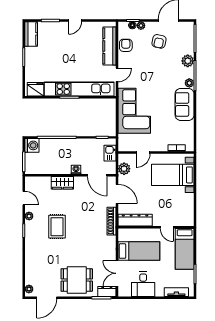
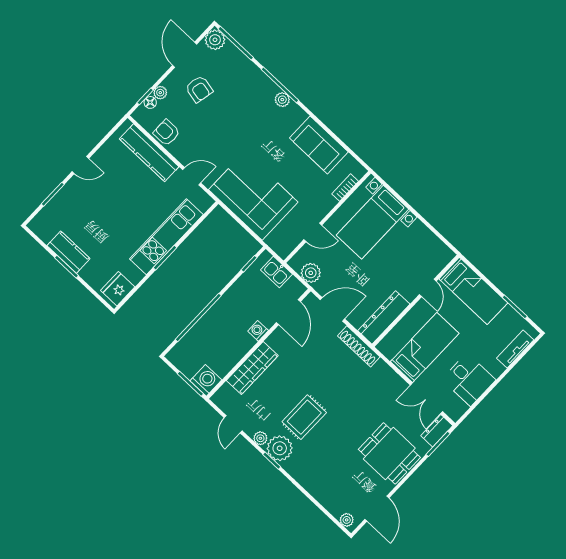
door: (75, 20) -> (80, 165), hinge flipped
kitchen counter: (31, 34) -> (69, 252), moved
plant: (188, 61) -> (215, 40), moved
door: (117, 75) -> (192, 176), hinge flipped
kitchen unit: (79, 89) -> (166, 237), width x0.73
sofa: (185, 104) -> (319, 145), moved
washing machine: (32, 145) -> (206, 380), moved
door: (143, 153) -> (313, 232), hinge flipped
door: (97, 175) -> (288, 312), hinge flipped
wardrobe: (62, 183) -> (252, 368), width x1.50
door: (24, 198) -> (233, 424), swing flipped
rug: (57, 227) -> (304, 417), turned 90
door: (167, 227) -> (428, 288), hinge flipped
plant: (33, 229) -> (280, 448), added
dining table: (77, 280) -> (389, 453), turned 90

